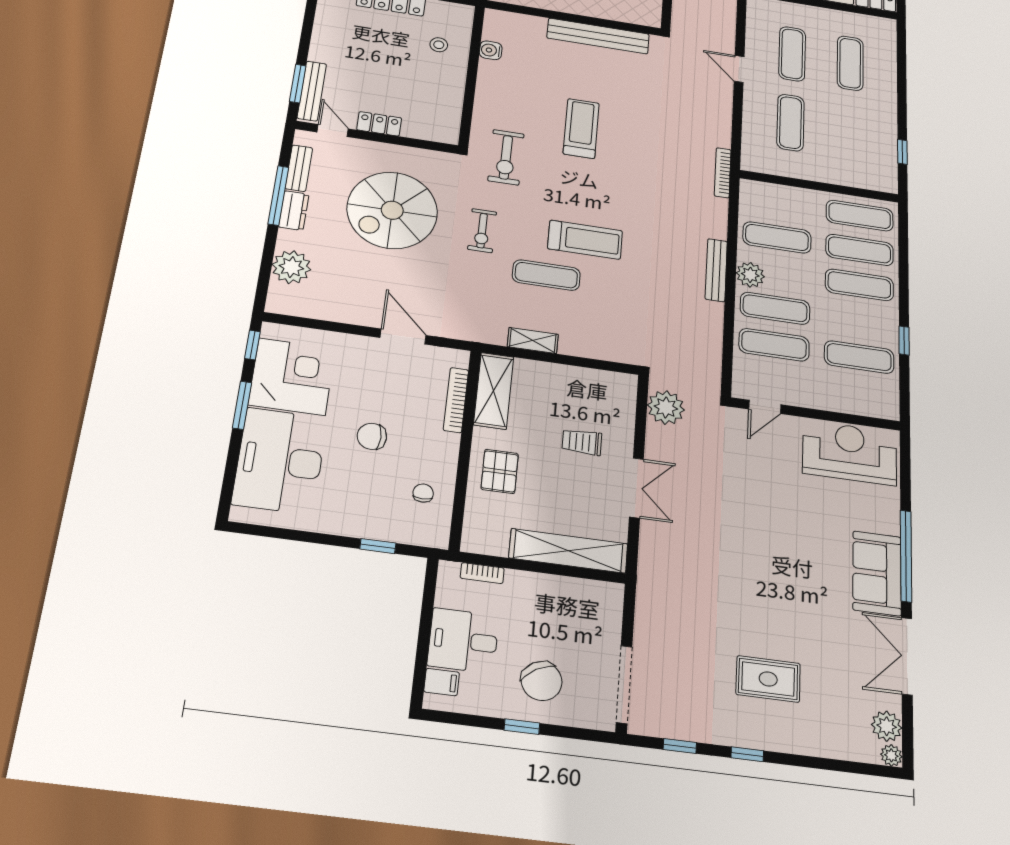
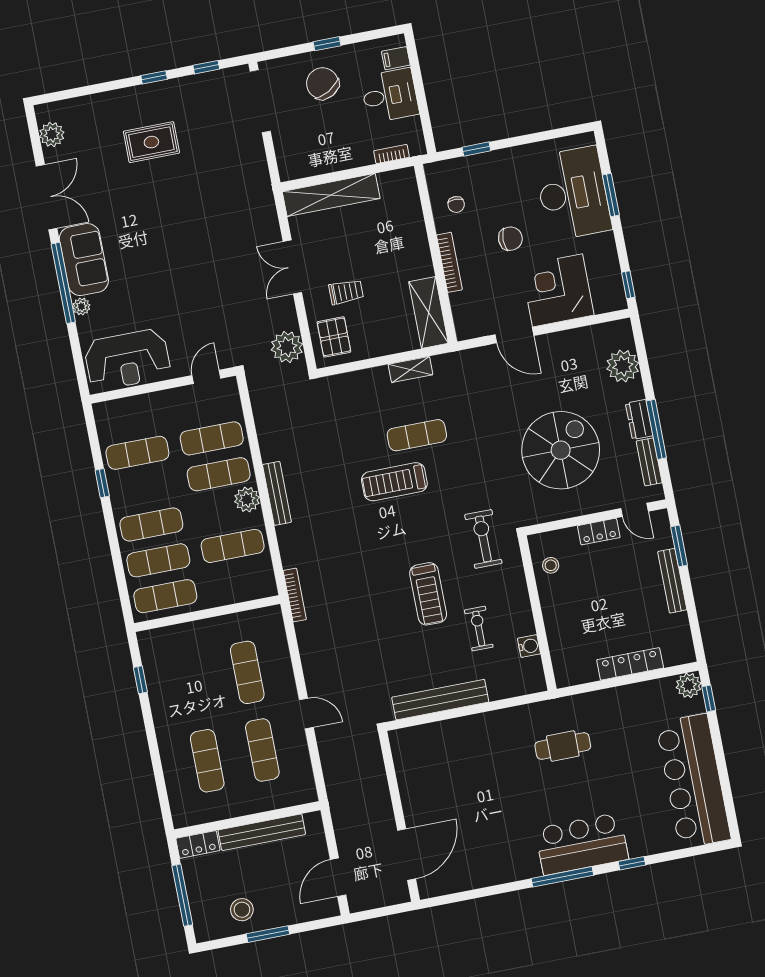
stool: (439, 45) -> (551, 565), moved
bench: (312, 91) -> (672, 581), moved
exercise bike: (482, 231) -> (479, 629), moved
corner desk: (292, 376) -> (557, 290), moved, turned 90
bookcase: (456, 400) -> (449, 262), moved
window: (242, 405) -> (611, 195), moved
pallet: (500, 471) -> (334, 337), moved
plant: (891, 755) -> (81, 307), moved

